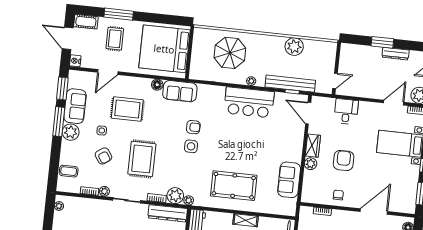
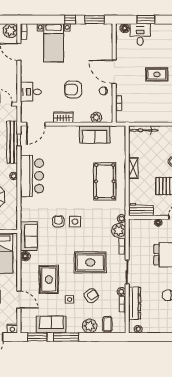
plant: (71, 132) -> (90, 326), moved
plant: (311, 164) -> (96, 117), moved
door: (374, 212) -> (114, 72), moved
dresser: (168, 213) -> (135, 303), moved

